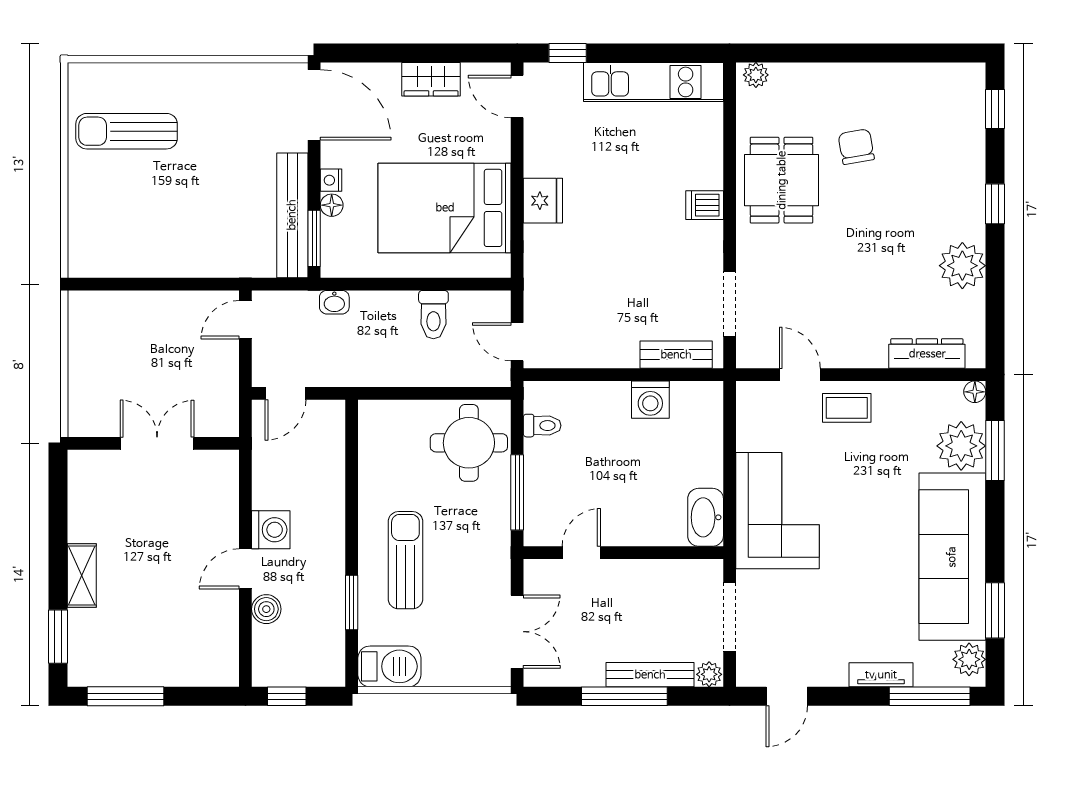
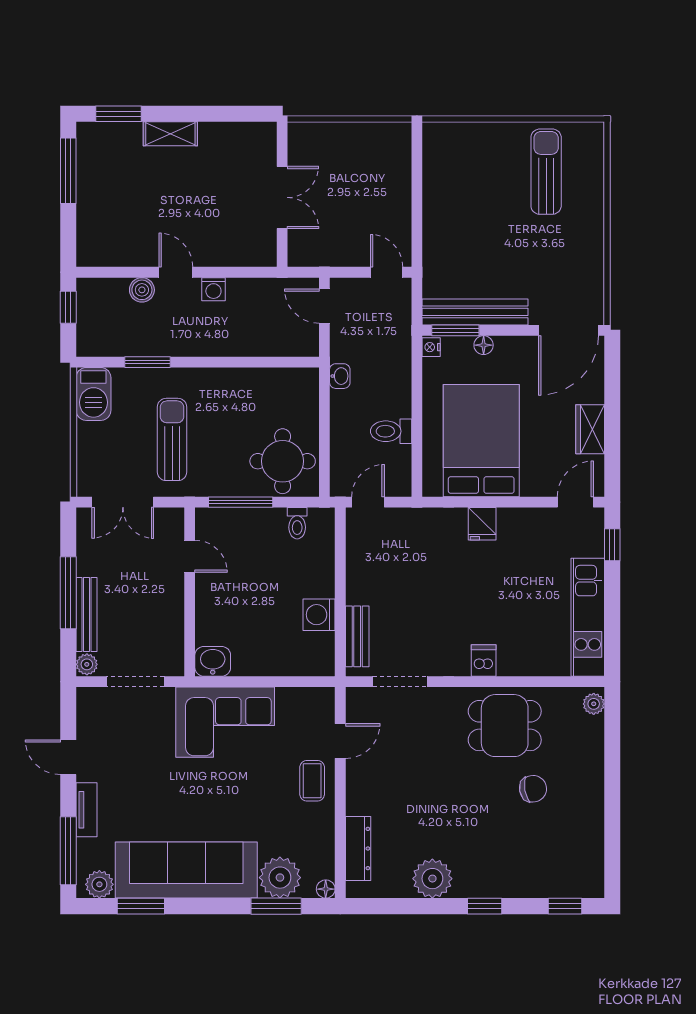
nightstand: (331, 180) -> (431, 347), moved, turned -90
fridge: (543, 201) -> (482, 524), width x0.72
washbasin: (334, 302) -> (340, 376), moved, turned 180
washbasin: (706, 517) -> (213, 661), width x0.72
washing machine: (271, 530) -> (213, 289), width x0.73, depth x0.73
sun lounger: (405, 560) -> (172, 439), moved, turned -90
door: (787, 696) -> (68, 757), moved

